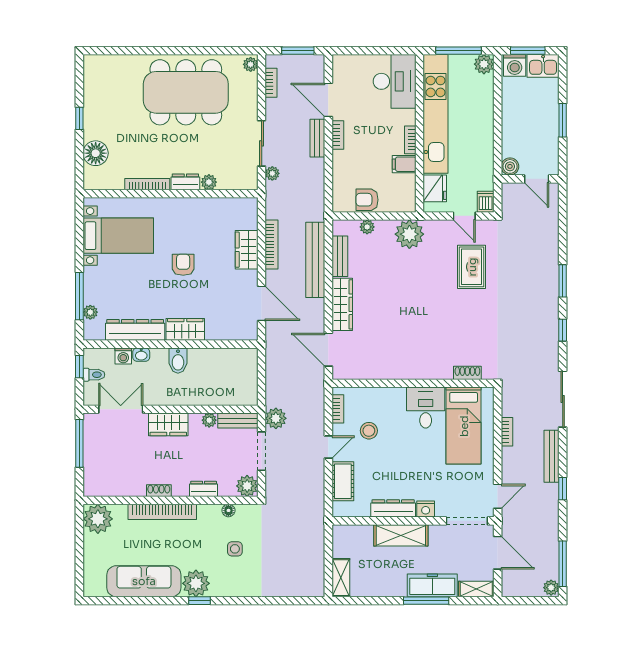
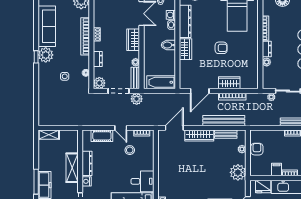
bathtub: (246, 374) -> (161, 82), added

